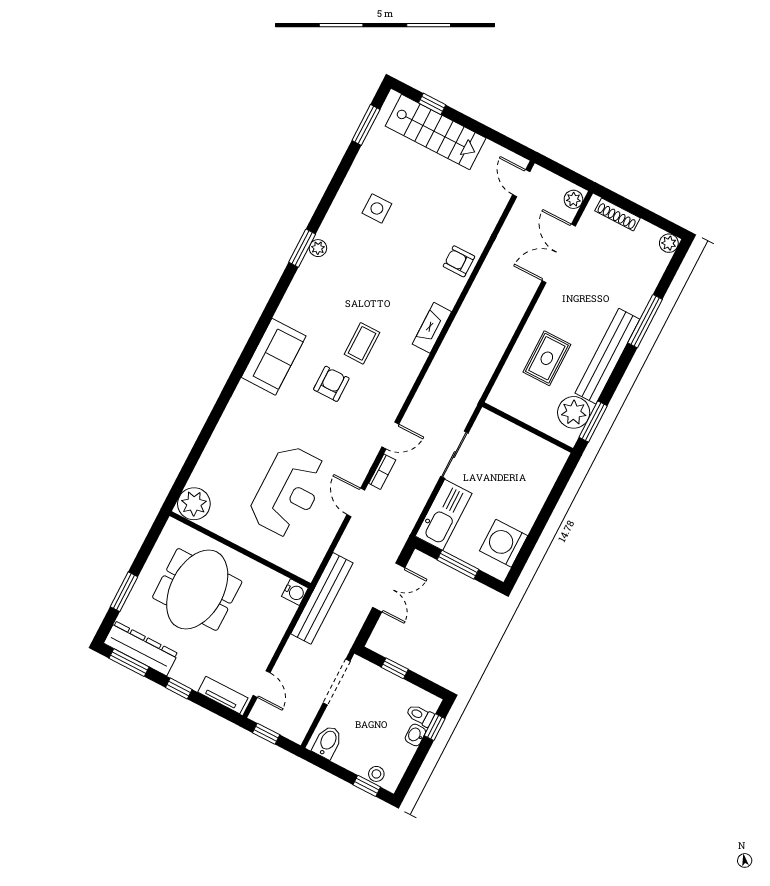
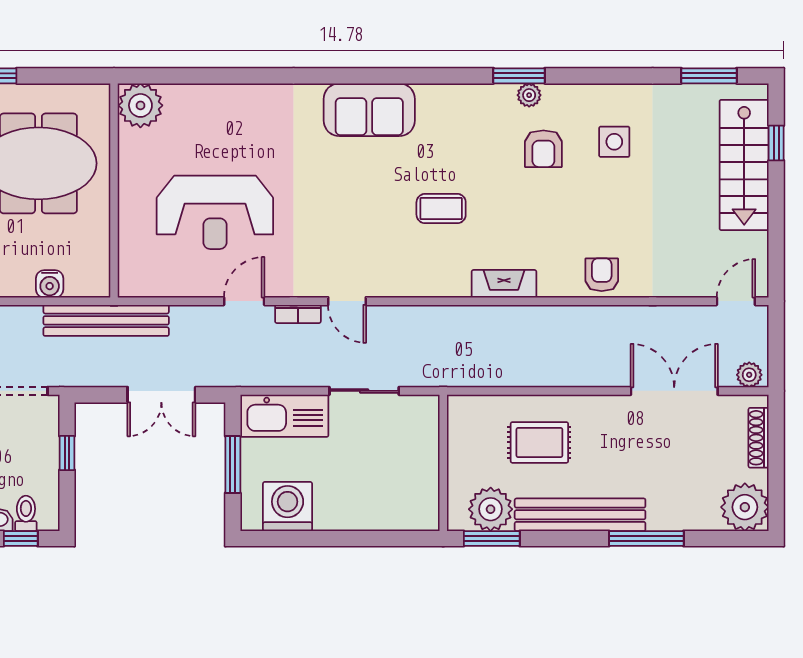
plant: (669, 243) -> (745, 507), width x1.88, depth x1.88
armchair: (331, 384) -> (543, 149), moved, turned 90
water cooler: (295, 592) -> (50, 284), moved

